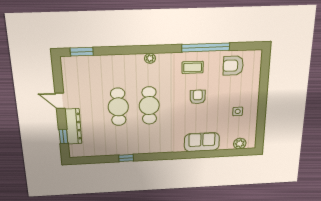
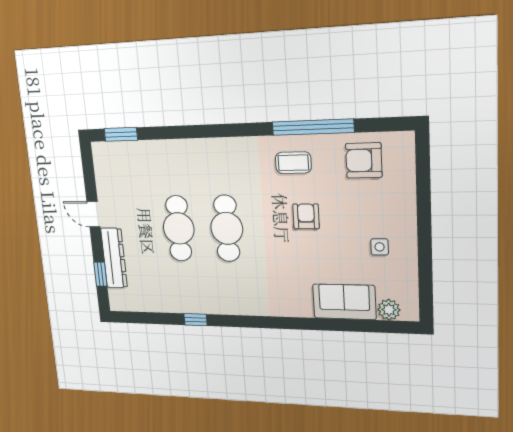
plant: (150, 58) -> (223, 146), removed
sofa: (202, 142) -> (344, 302), moved

